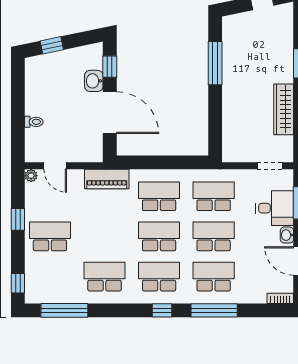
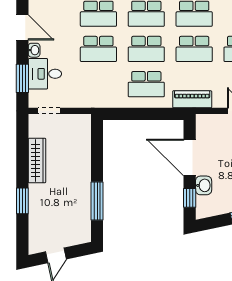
school desk: (214, 196) -> (194, 49), moved

